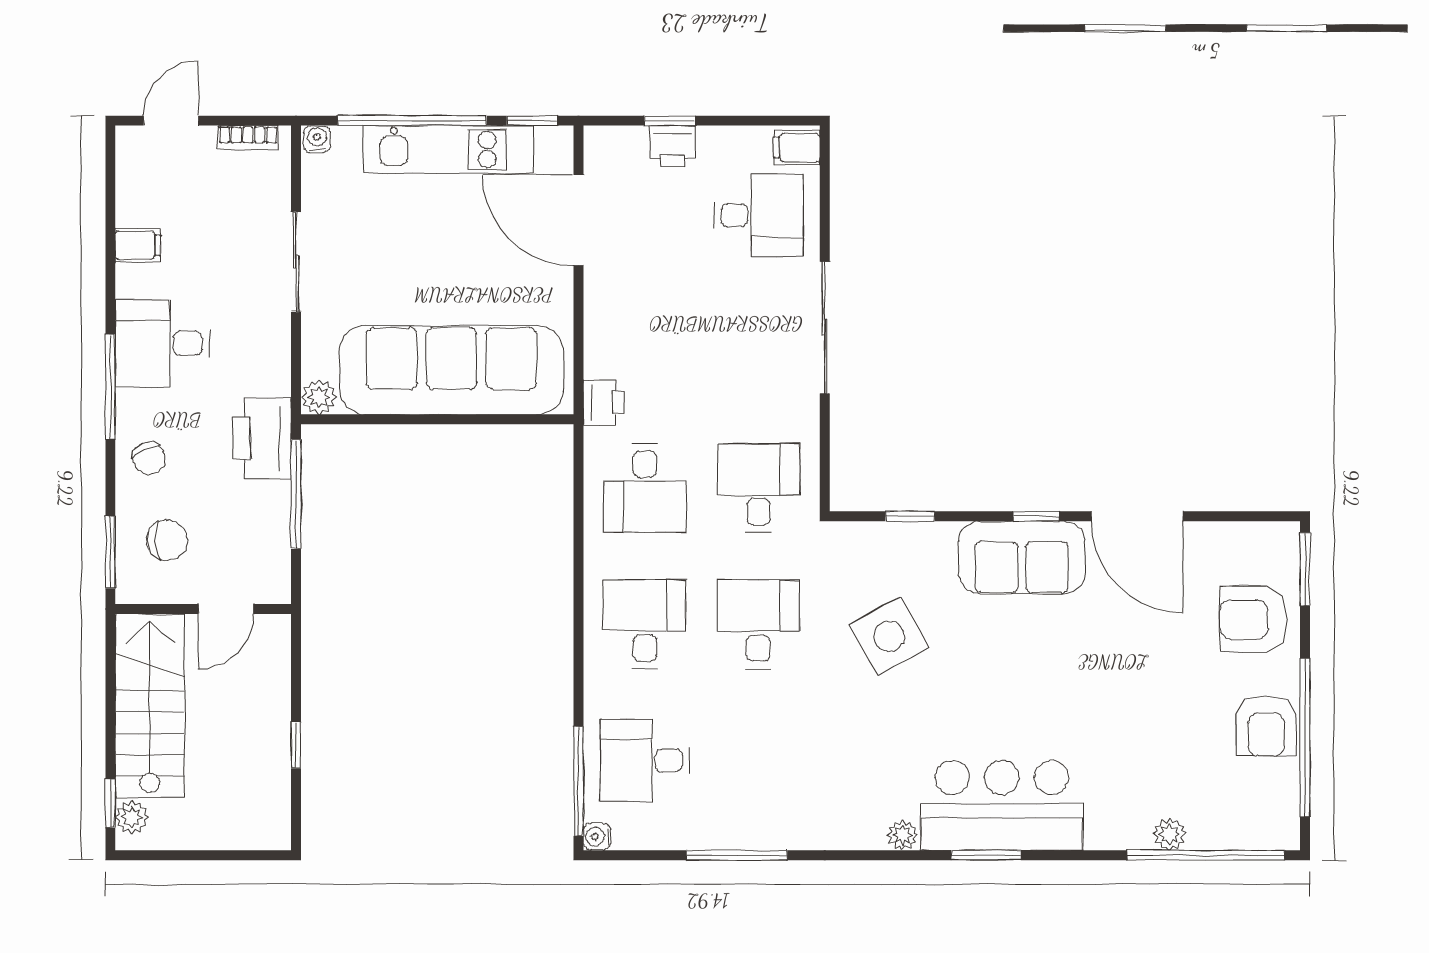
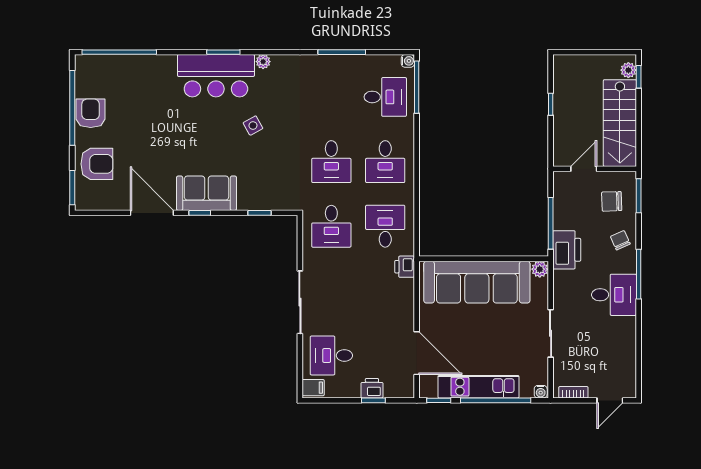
filing cabinet: (138, 245) -> (626, 341), removed
side table: (889, 636) -> (253, 126), moved, width x0.54, depth x0.54
plant: (1170, 834) -> (136, 62), removed

